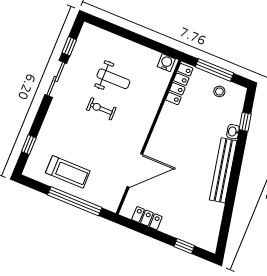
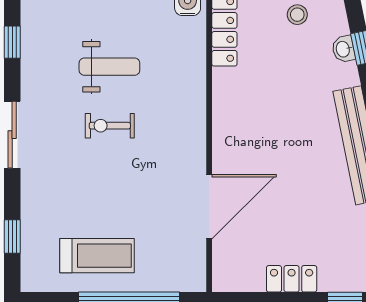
sliding door: (56, 79) -> (12, 135), moved
washbasin: (233, 132) -> (343, 49), moved
locker: (147, 218) -> (292, 279), moved

